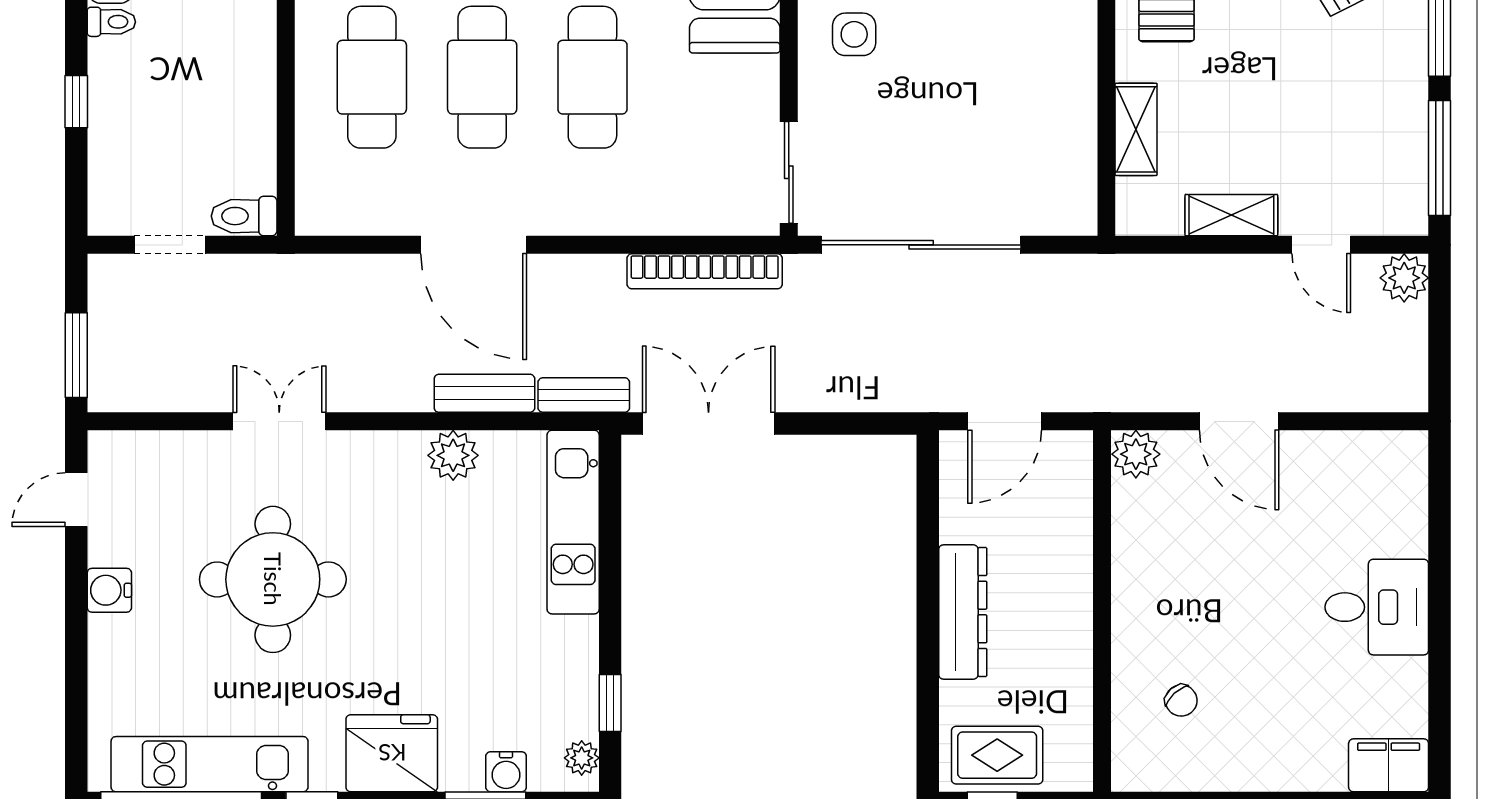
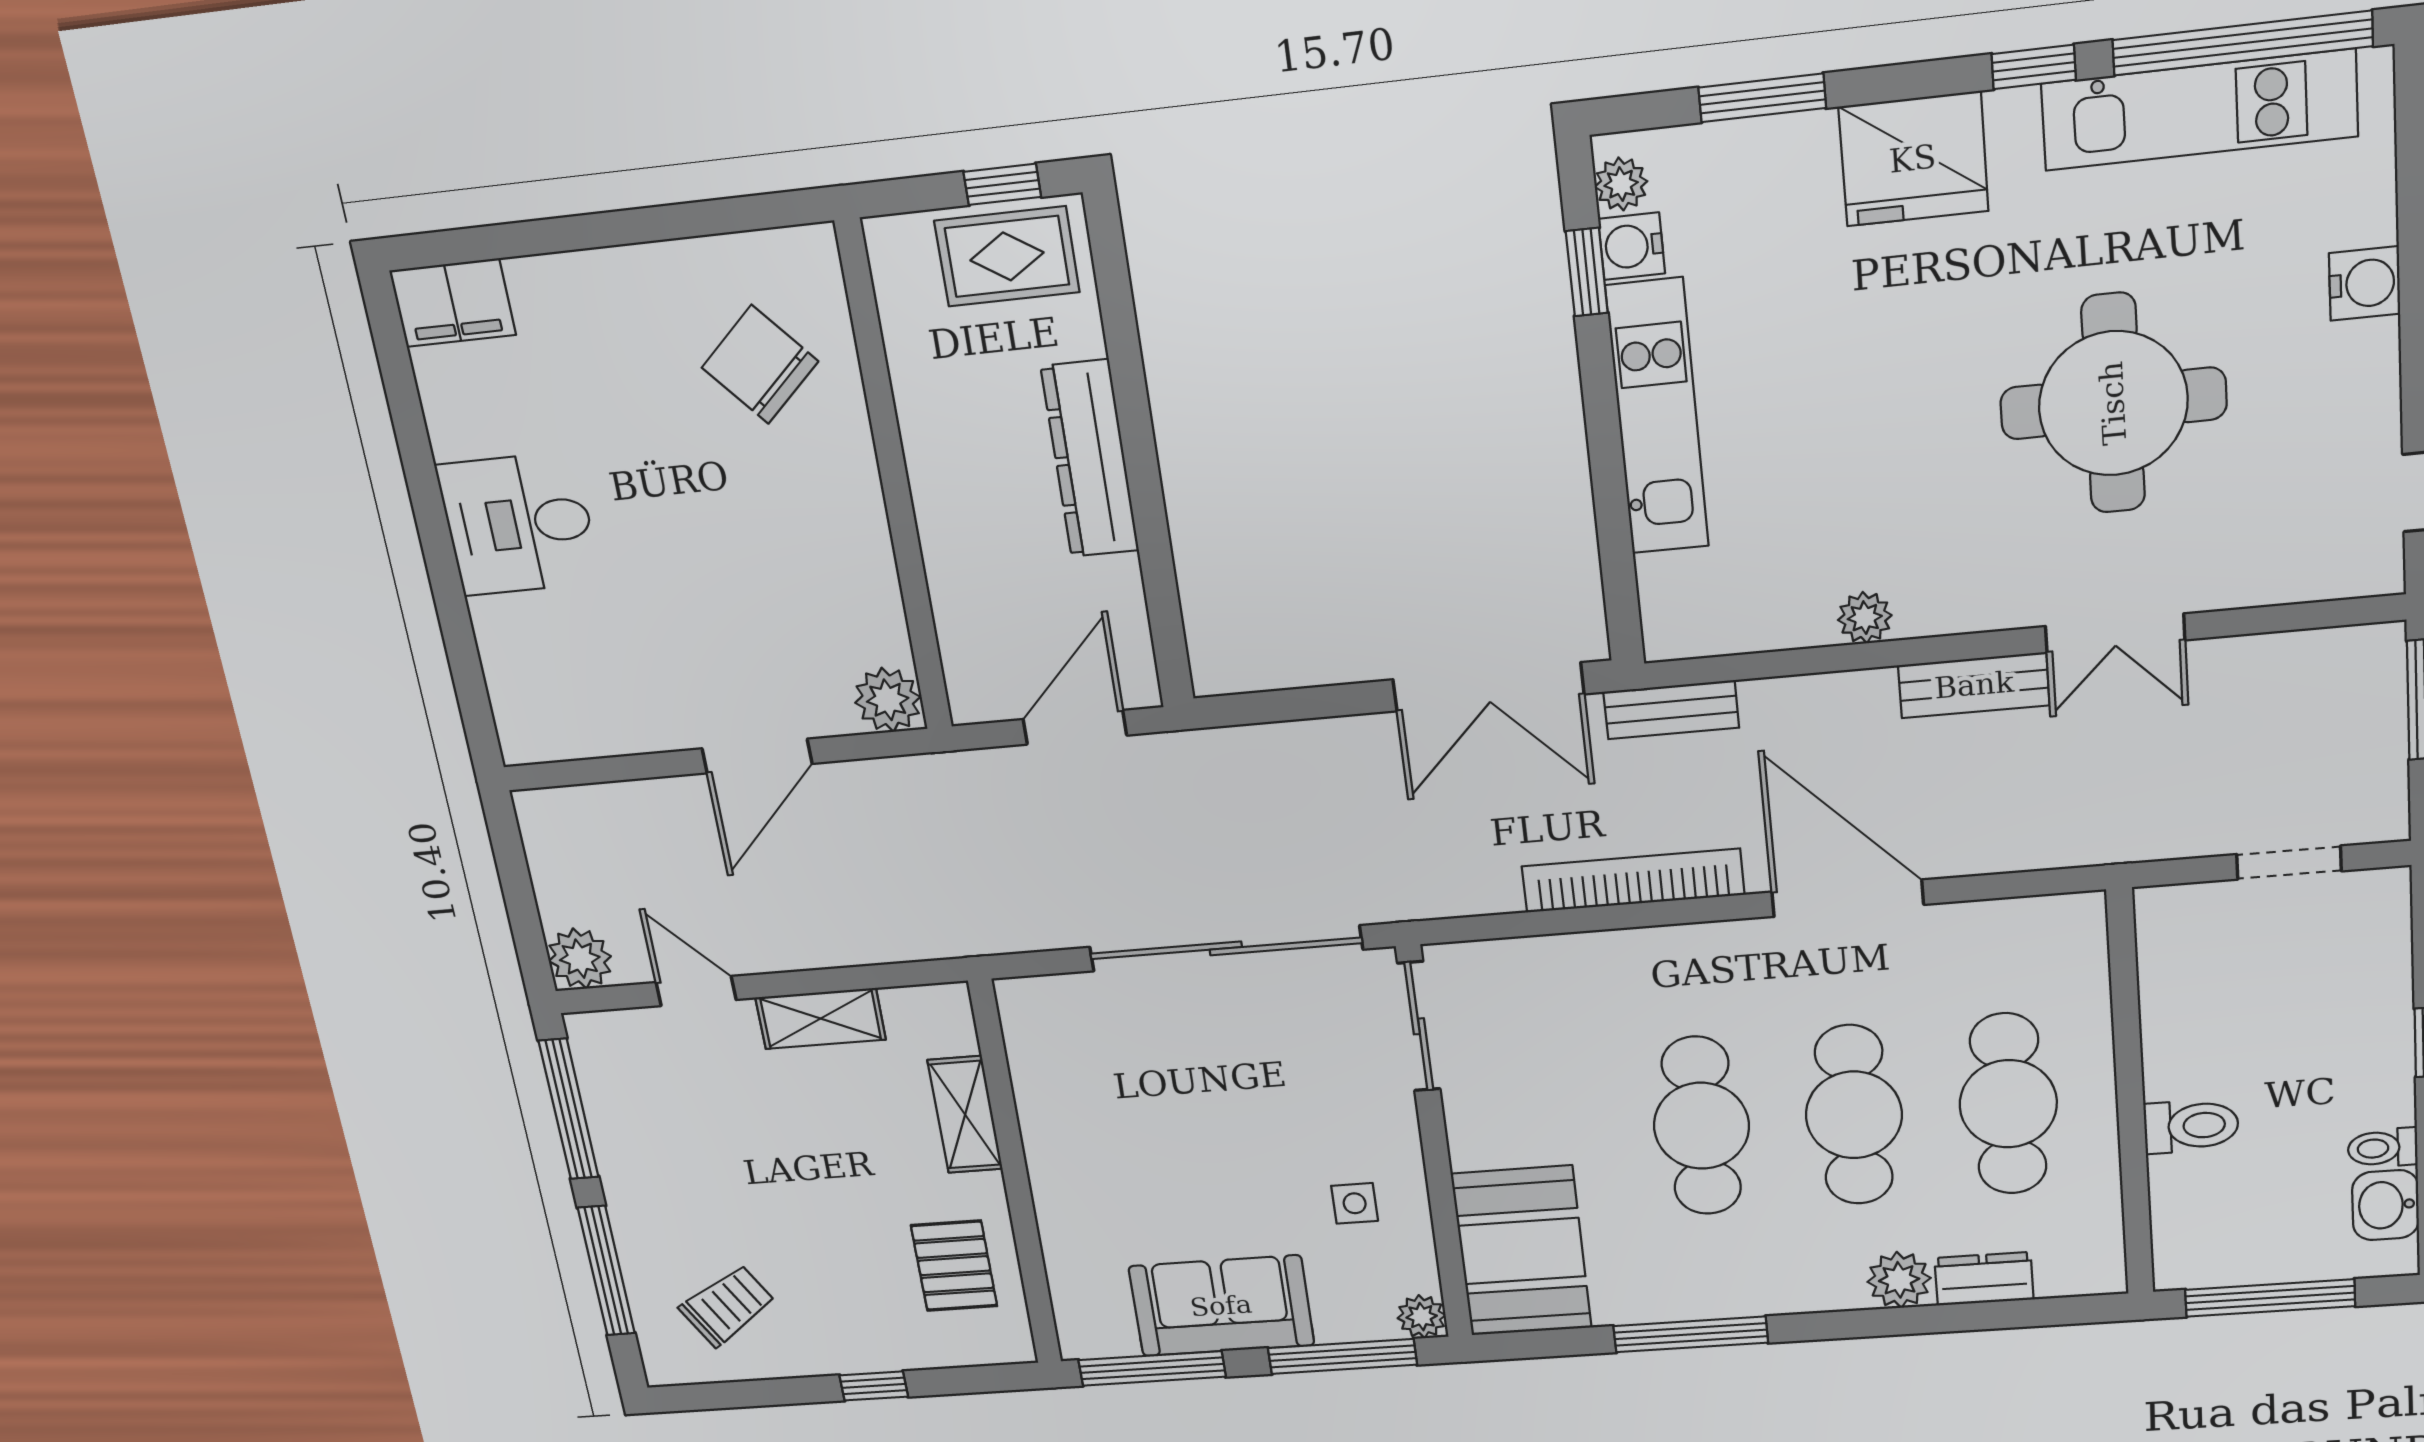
side table: (854, 34) -> (1355, 1203), width x0.73, depth x0.73
toilet: (244, 216) -> (2191, 1126), moved
bookcase: (705, 271) -> (1633, 881), moved
bench: (484, 393) -> (1974, 685), moved
door: (1239, 421) -> (757, 756), swing flipped
plant: (453, 455) -> (1865, 618), width x0.73, depth x0.73
kitchen unit: (573, 522) -> (1657, 417), moved
water cooler: (109, 590) -> (2365, 283), moved
chair: (1181, 701) -> (760, 364), width x1.87, depth x1.87
water cooler: (506, 772) -> (1632, 246), moved, turned -90

